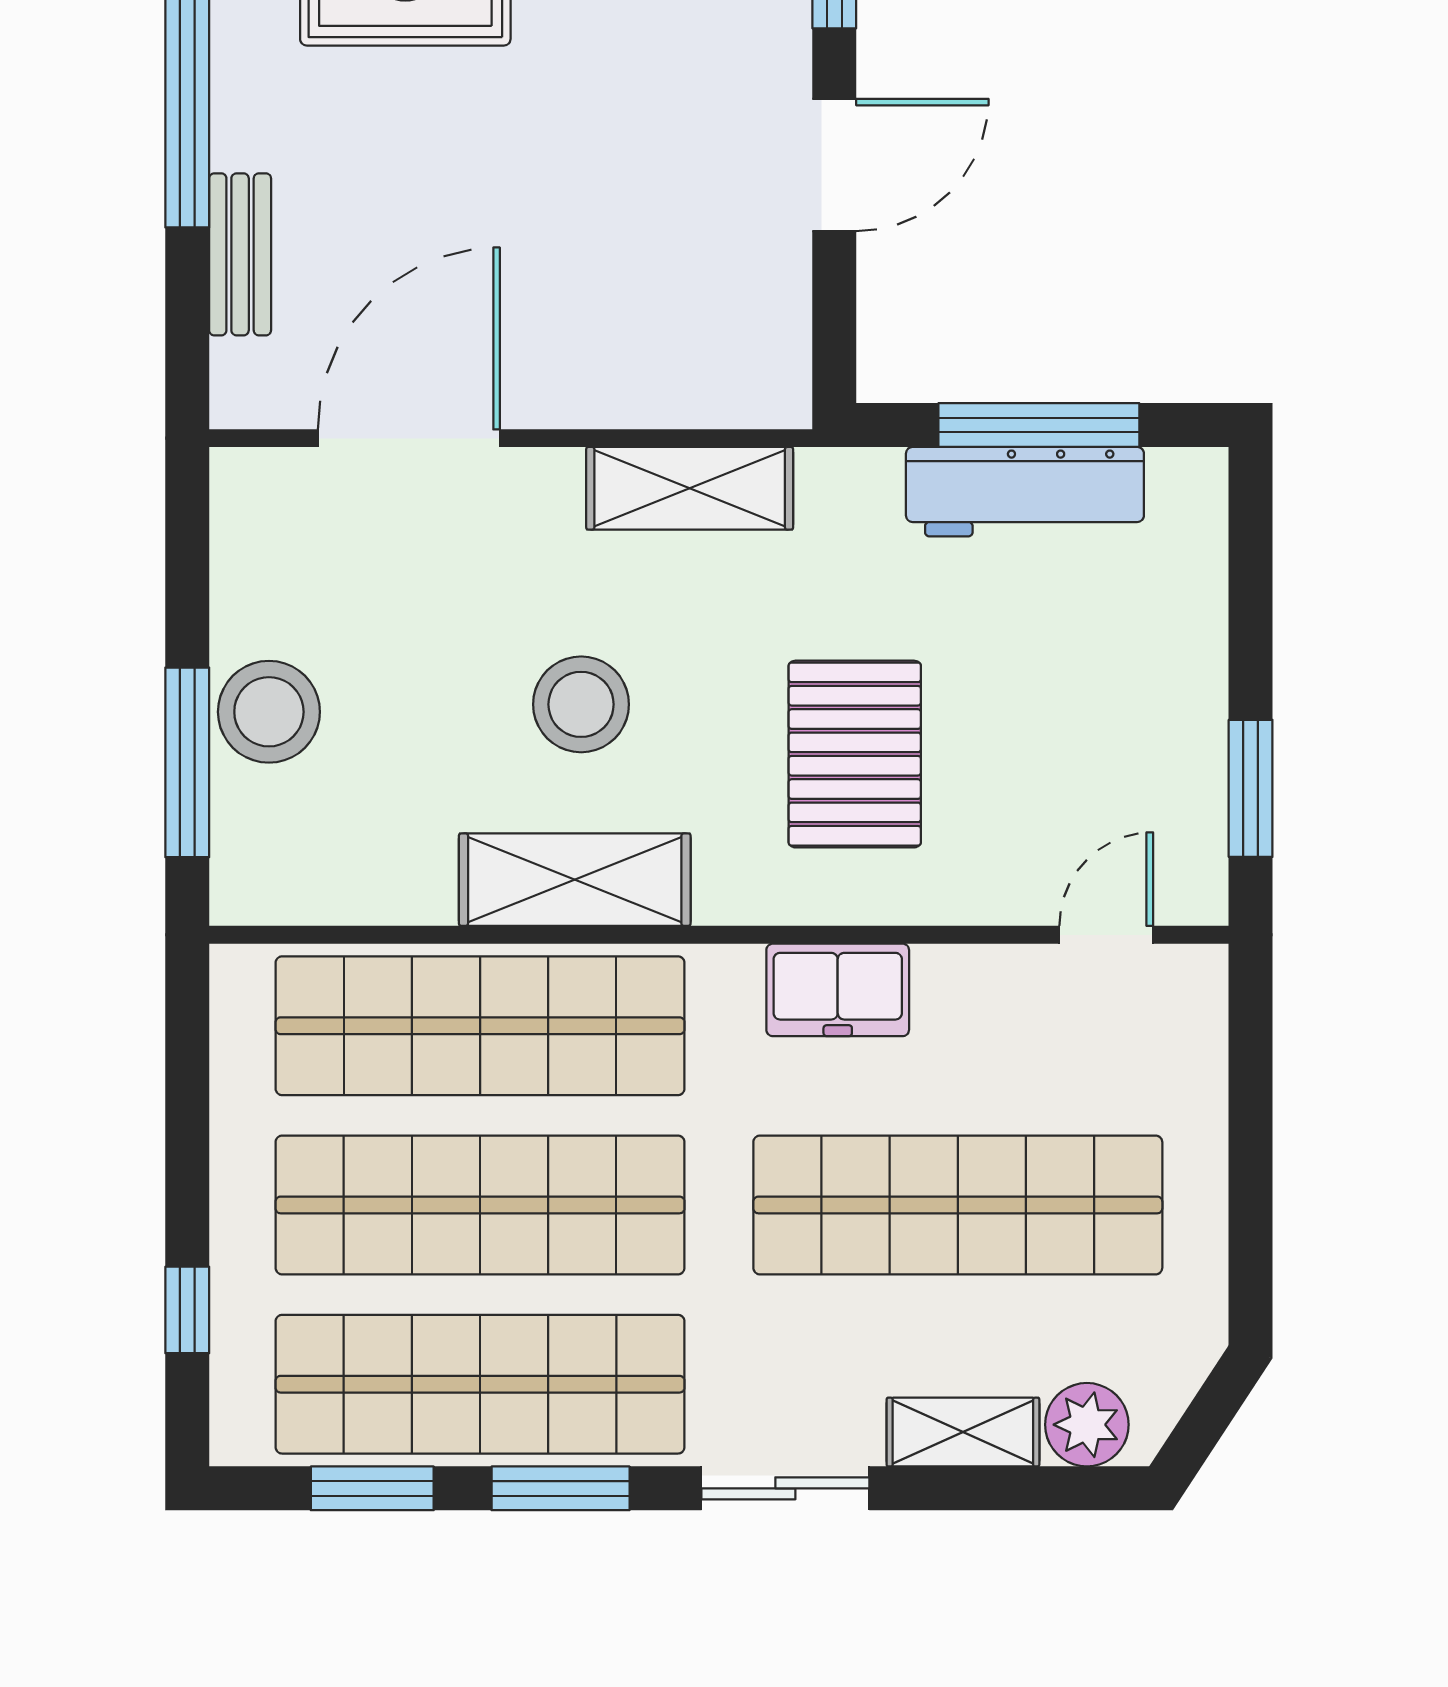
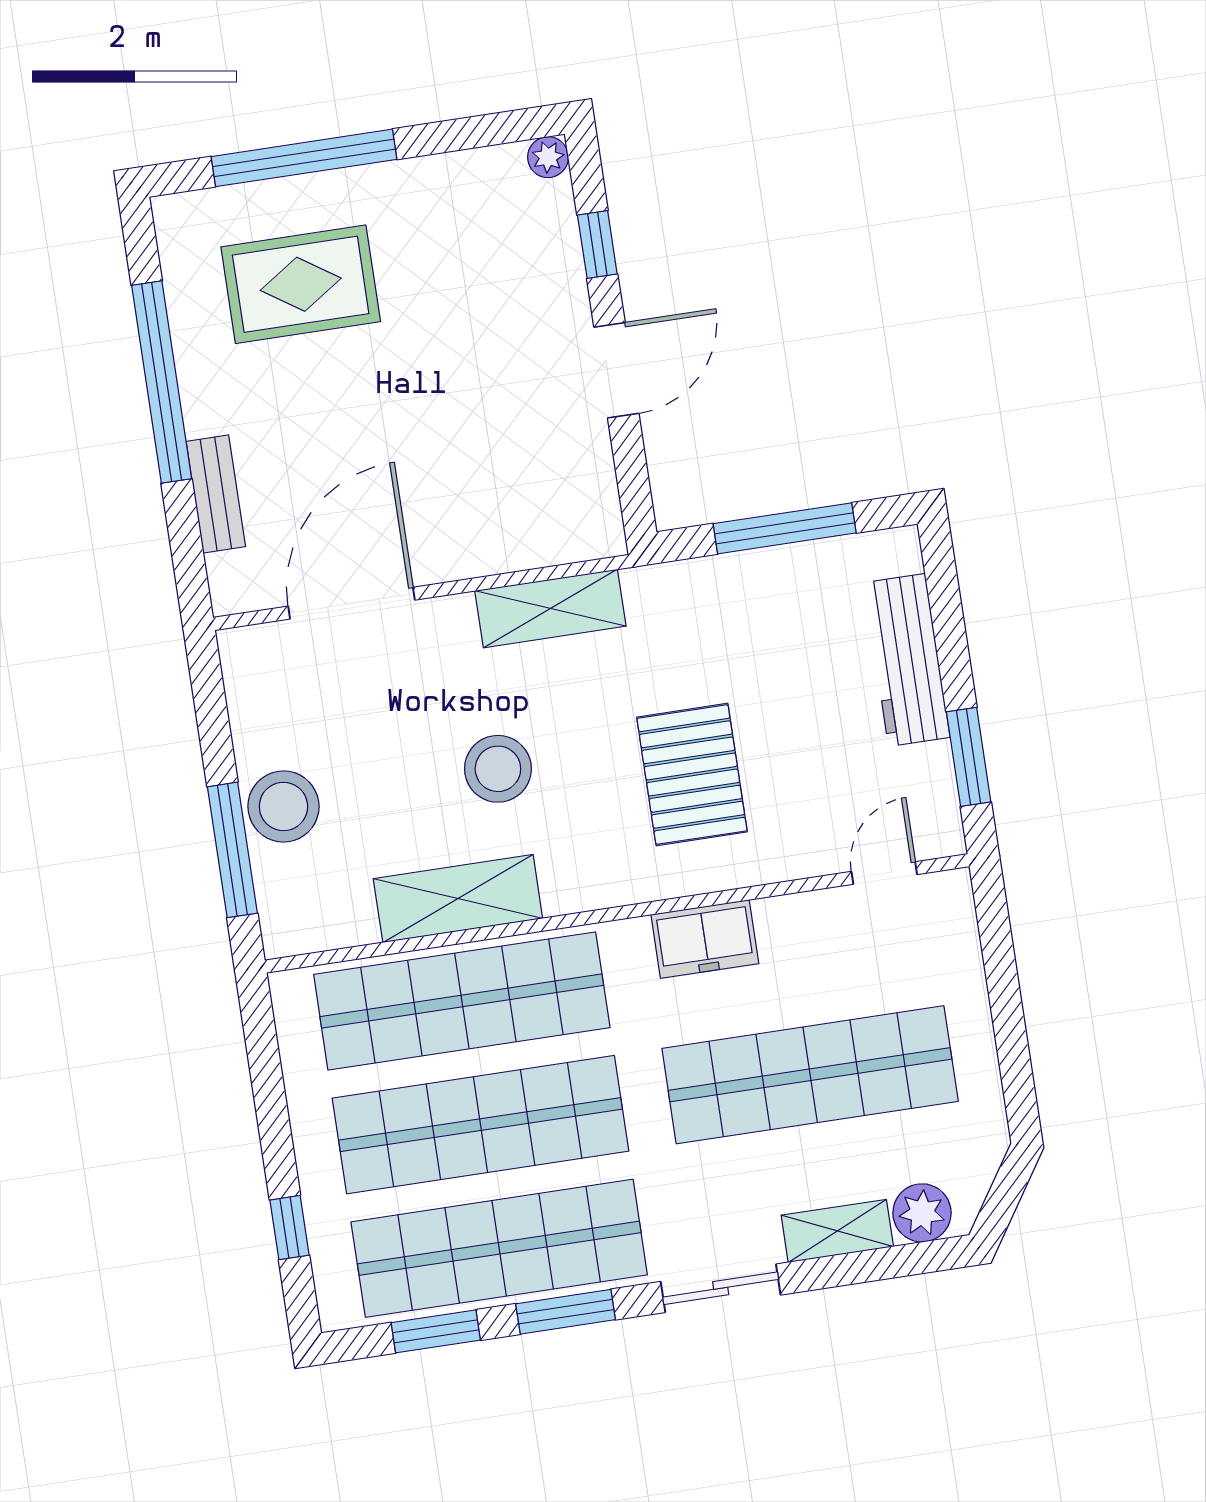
workbench: (1025, 492) -> (907, 660), moved, turned 90
shelving: (575, 880) -> (458, 899), moved

